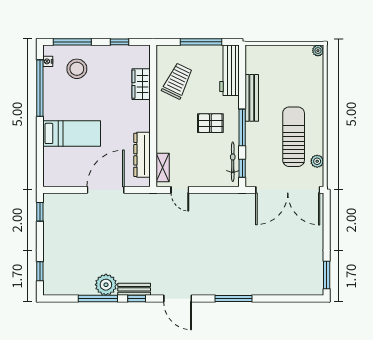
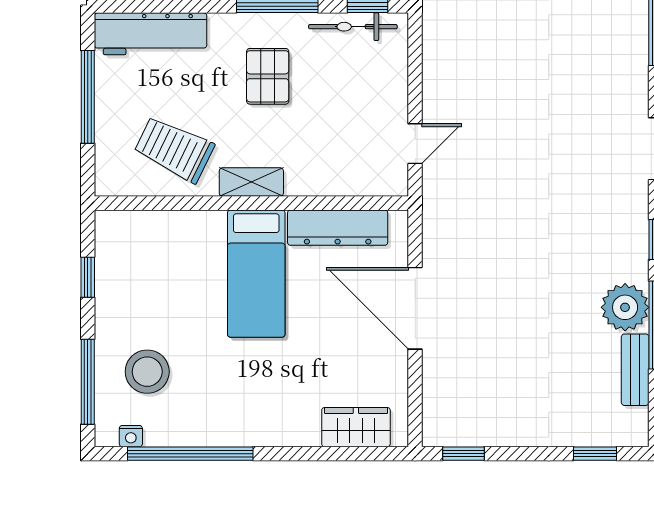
wardrobe: (141, 84) -> (356, 427), moved, turned 180
bed: (72, 133) -> (256, 274), moved, turned 180
shelving: (163, 168) -> (251, 182), moved
bench: (134, 289) -> (635, 370), moved

